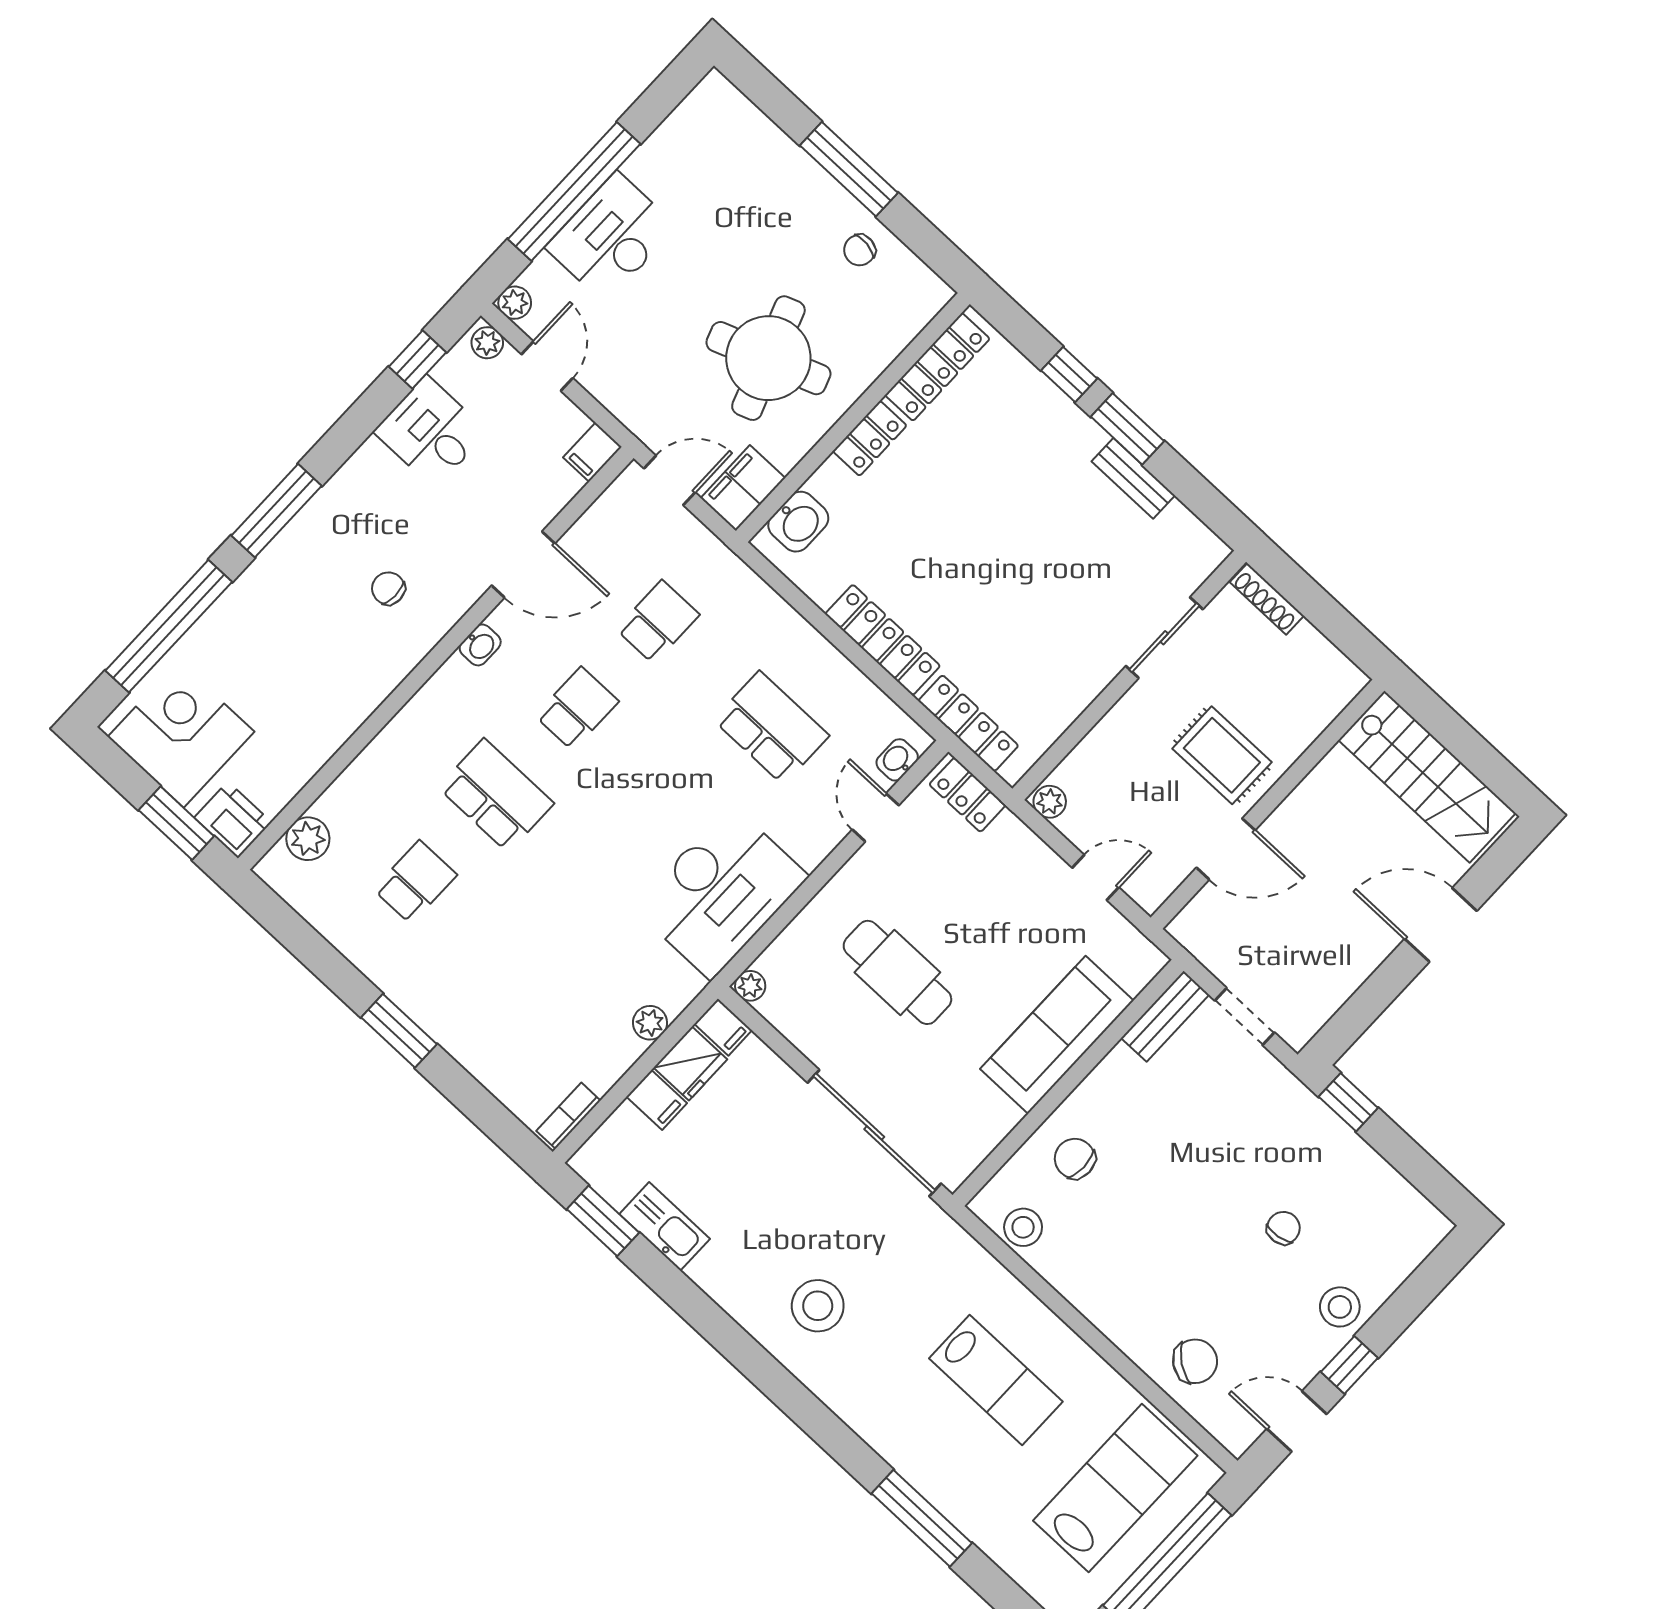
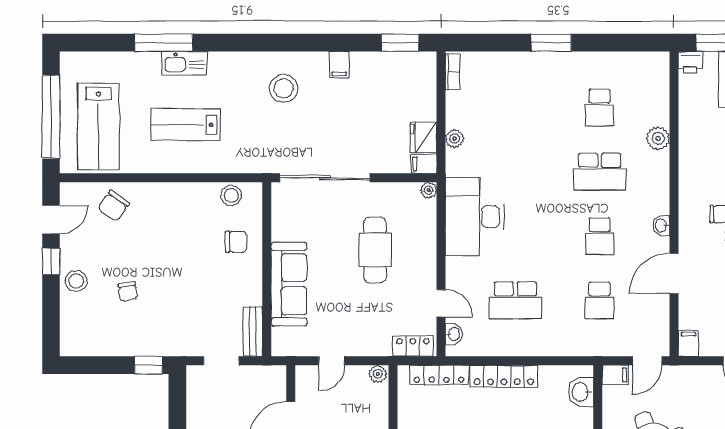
filing cabinet: (743, 488) -> (615, 375), width x0.50
printer: (233, 820) -> (690, 62), width x0.73, depth x0.81
plant: (308, 839) -> (658, 138), moved
cafe table: (897, 972) -> (375, 250), turned 90
filing cabinet: (657, 1100) -> (339, 65), moved, turned -90
kitchen sink: (665, 1226) -> (184, 63), moved

